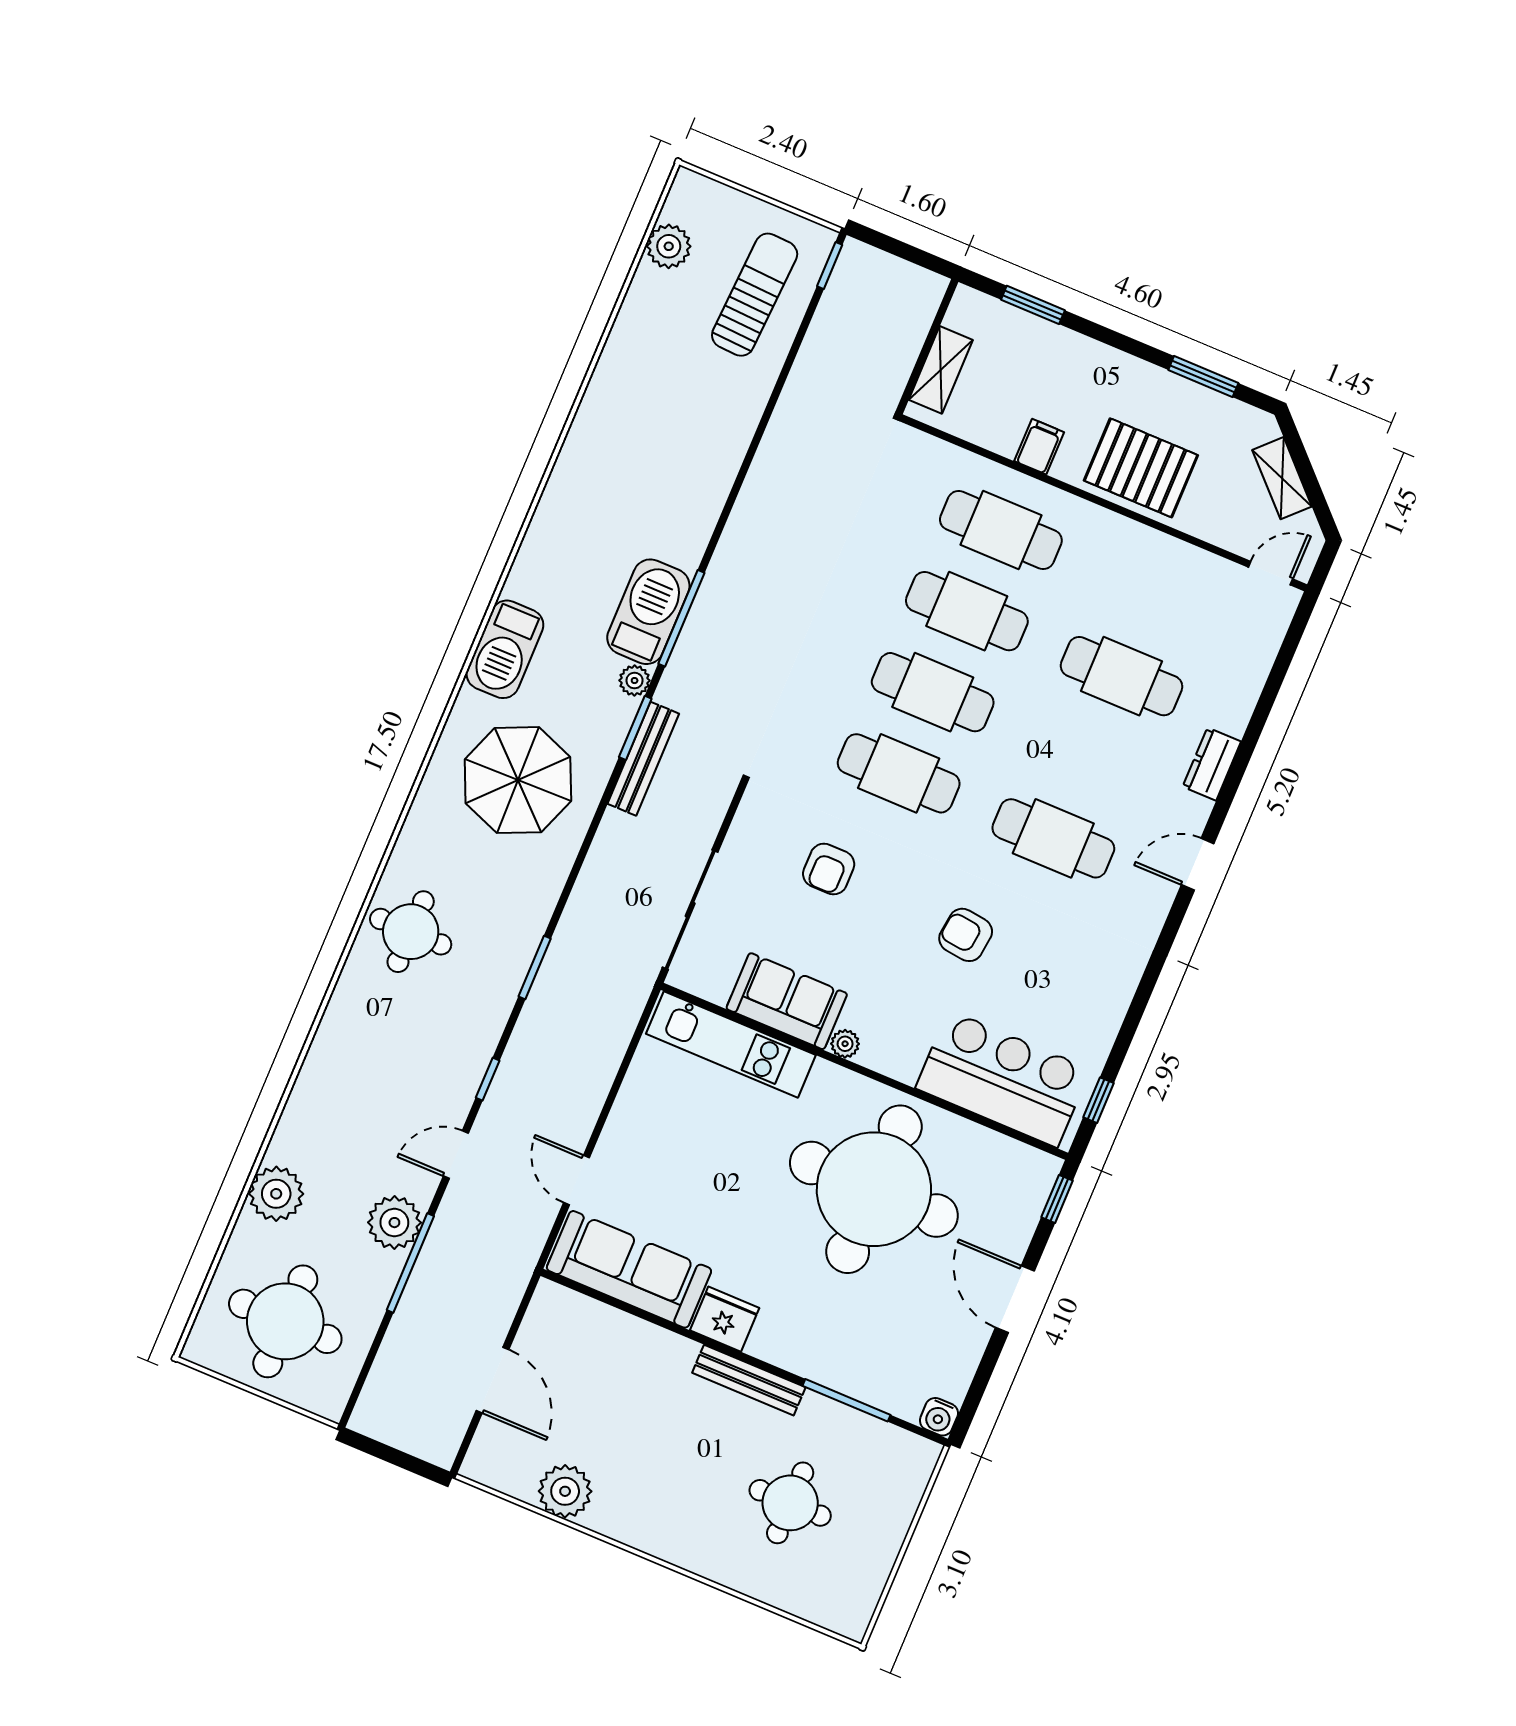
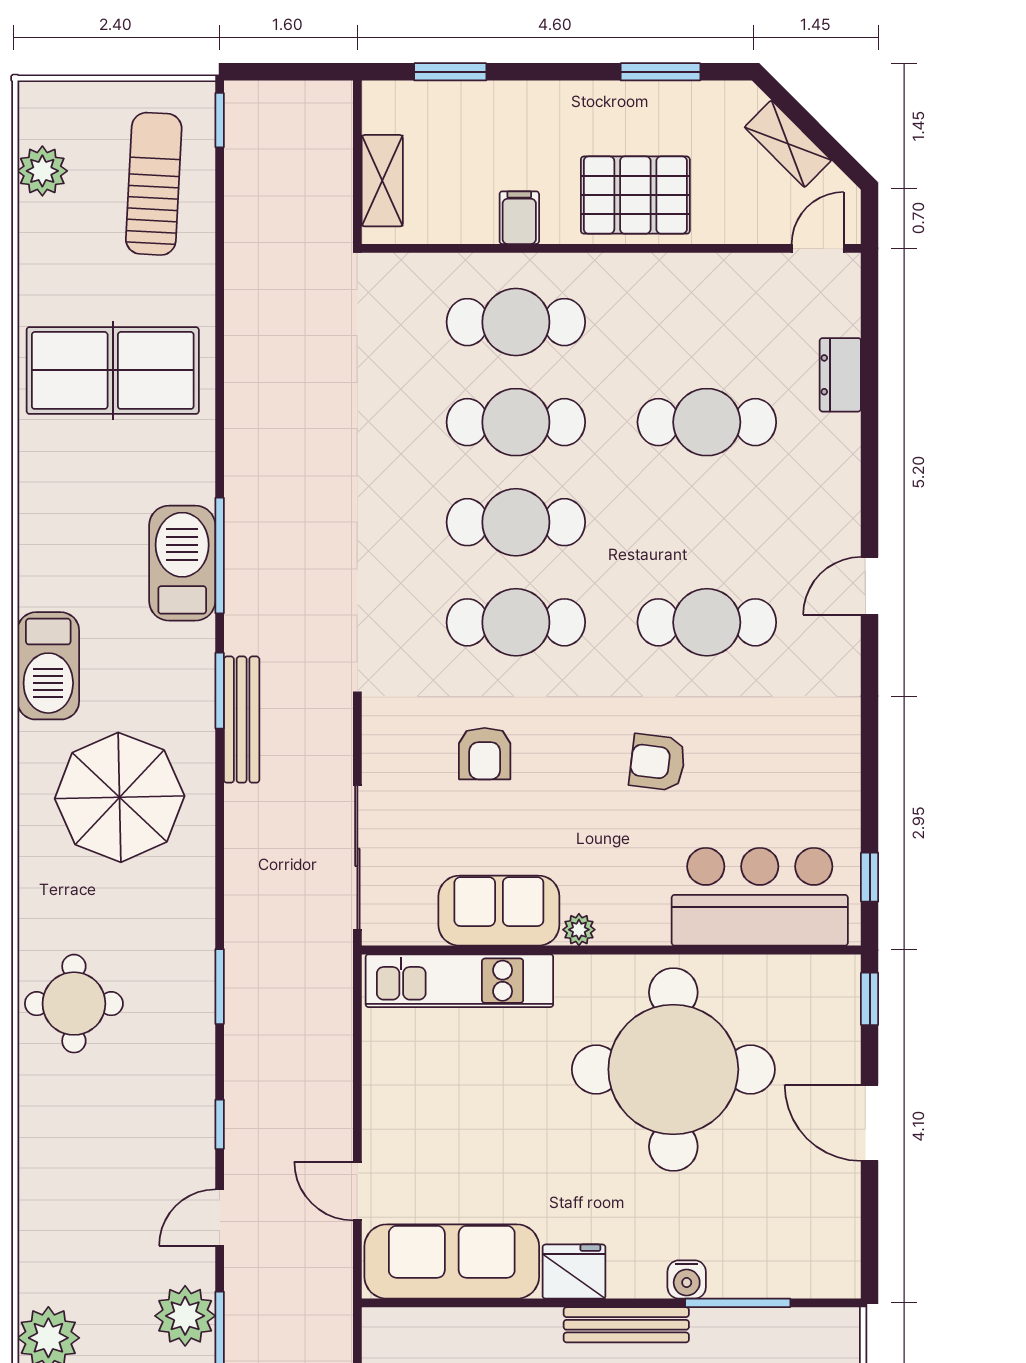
table tennis table: (658, 432) -> (113, 370), added
plant: (635, 681) -> (198, 641), removed
dresser: (1212, 764) -> (840, 375), moved
water cooler: (939, 1417) -> (687, 1279), moved

